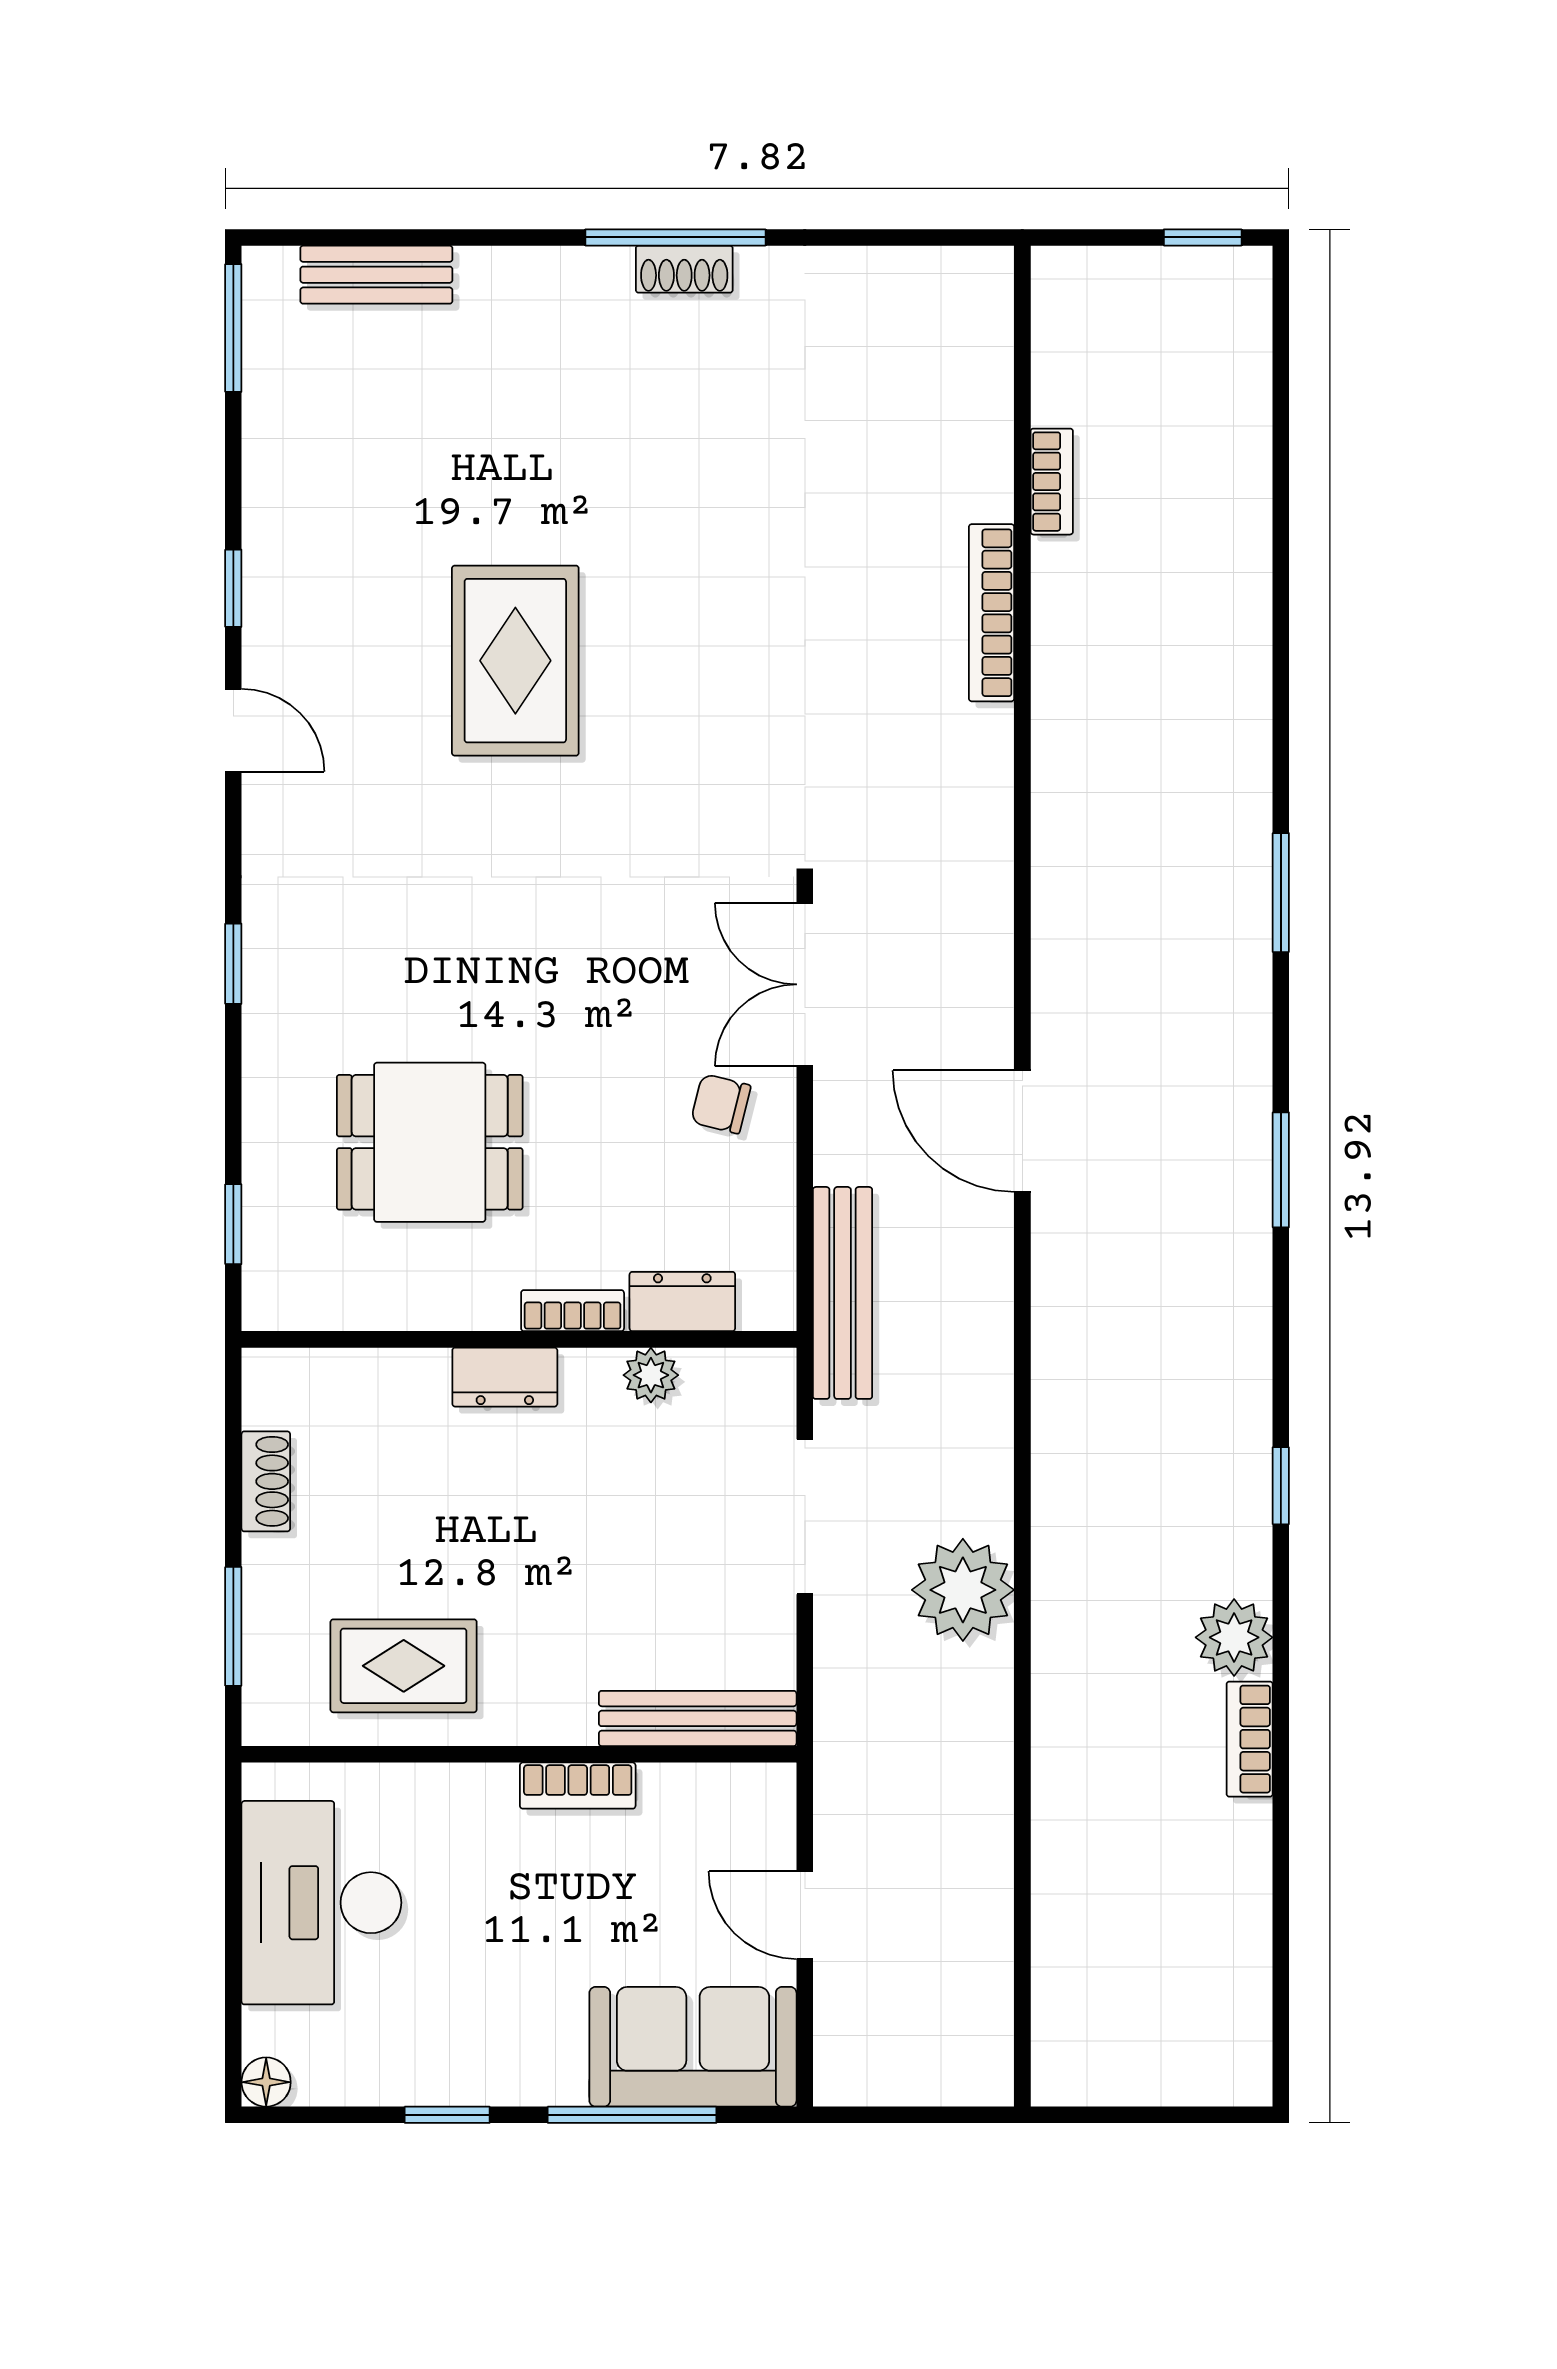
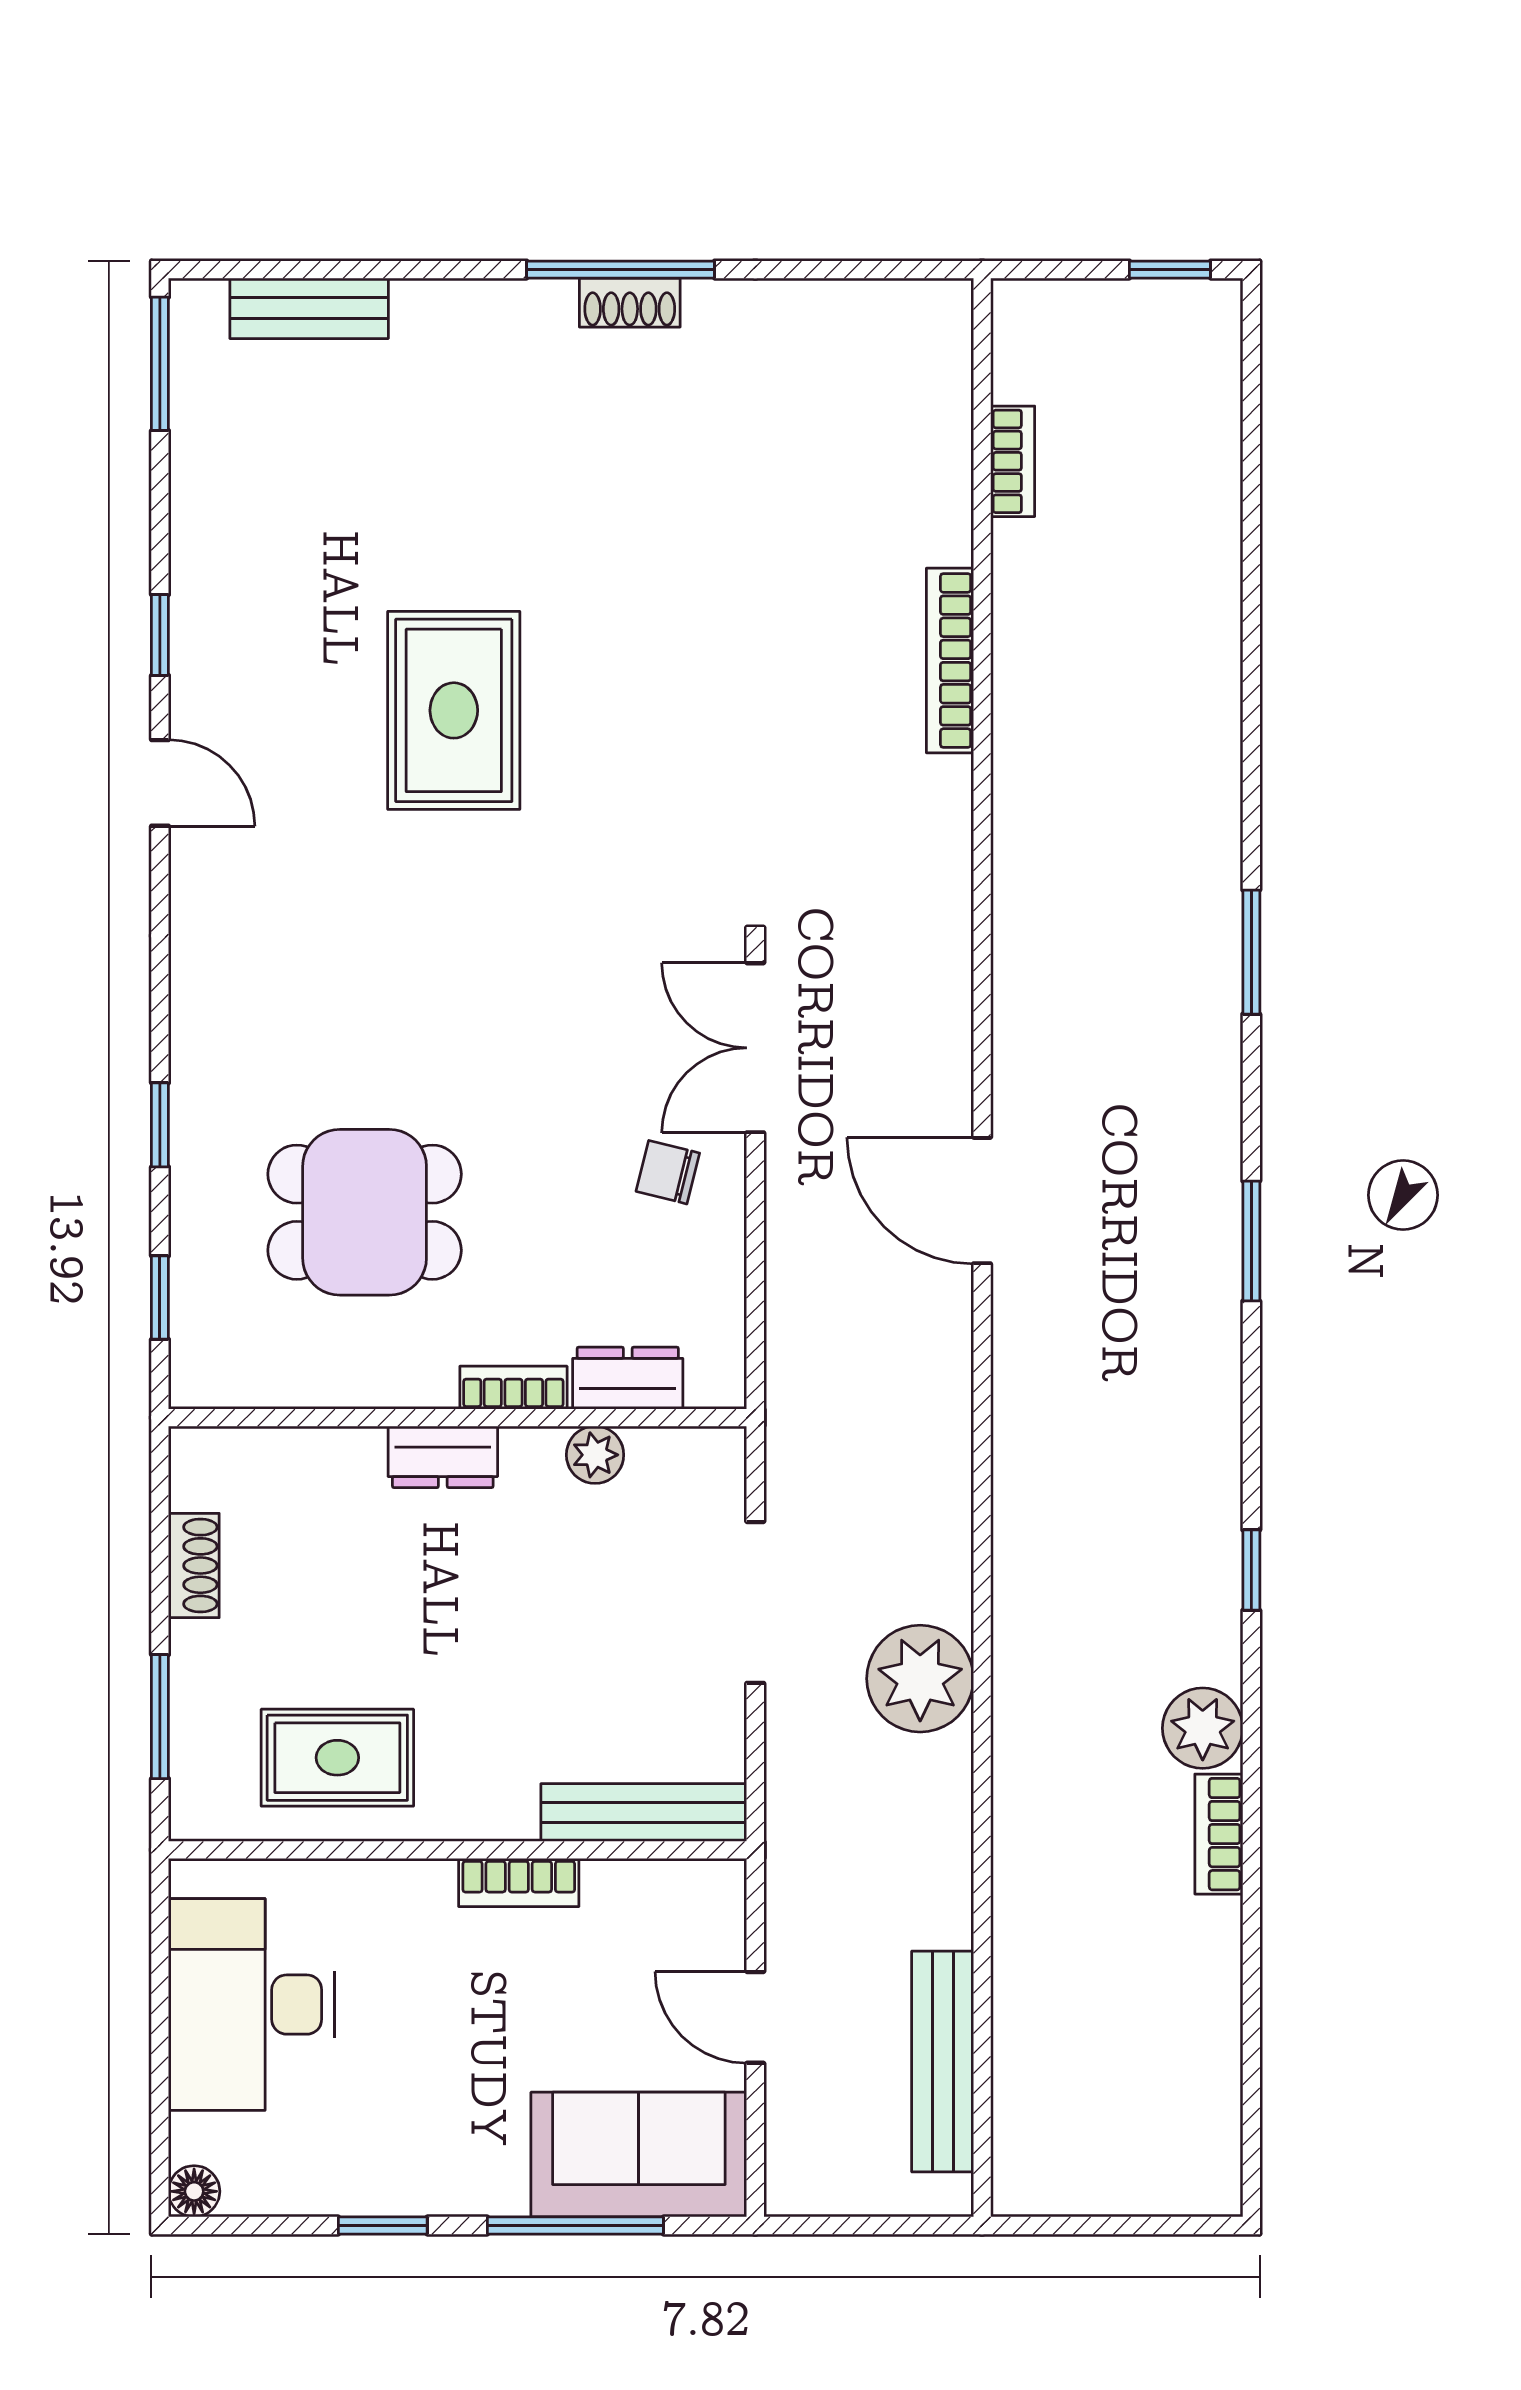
bookcase: (1052, 482) -> (1013, 461), moved
window: (233, 964) -> (160, 1125), moved
bench: (843, 1293) -> (943, 2061), moved

